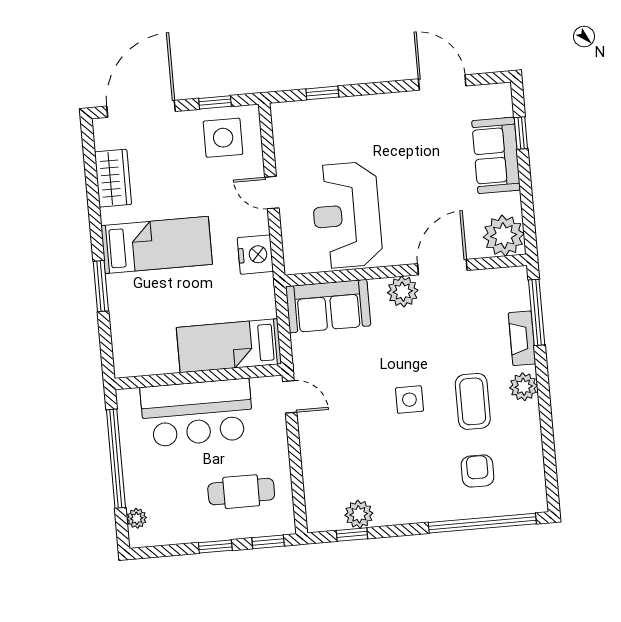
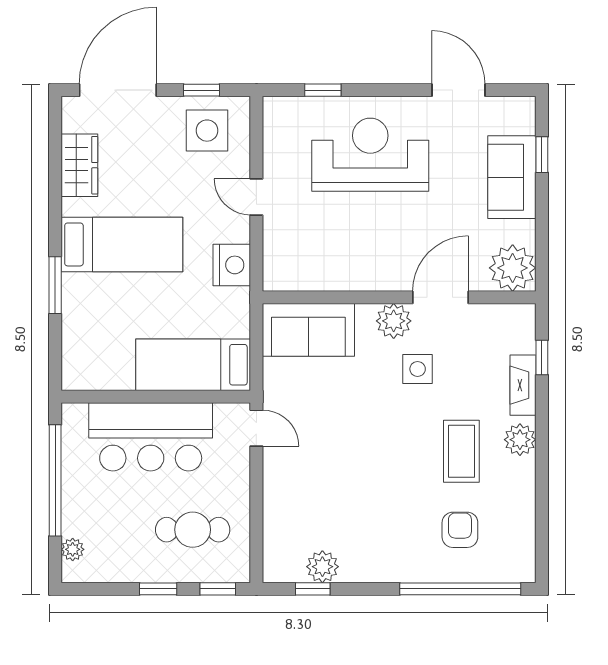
reception desk: (347, 215) -> (370, 155), moved, turned 90
window: (537, 312) -> (542, 357), width x0.46
side table: (409, 400) -> (418, 369), moved

